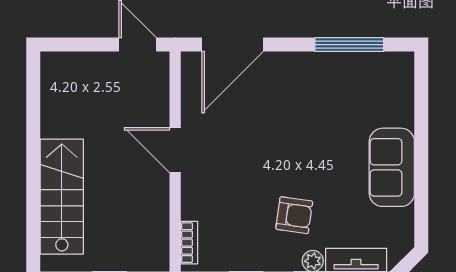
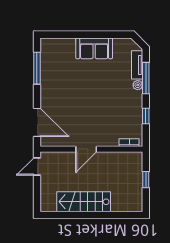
stairs: (62, 197) -> (84, 202), moved
armchair: (294, 215) -> (116, 94), removed

